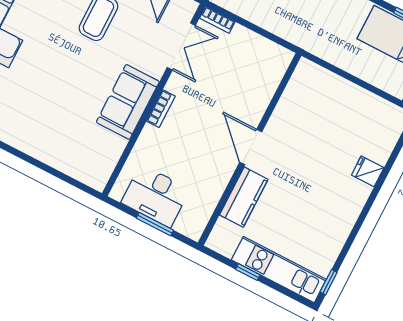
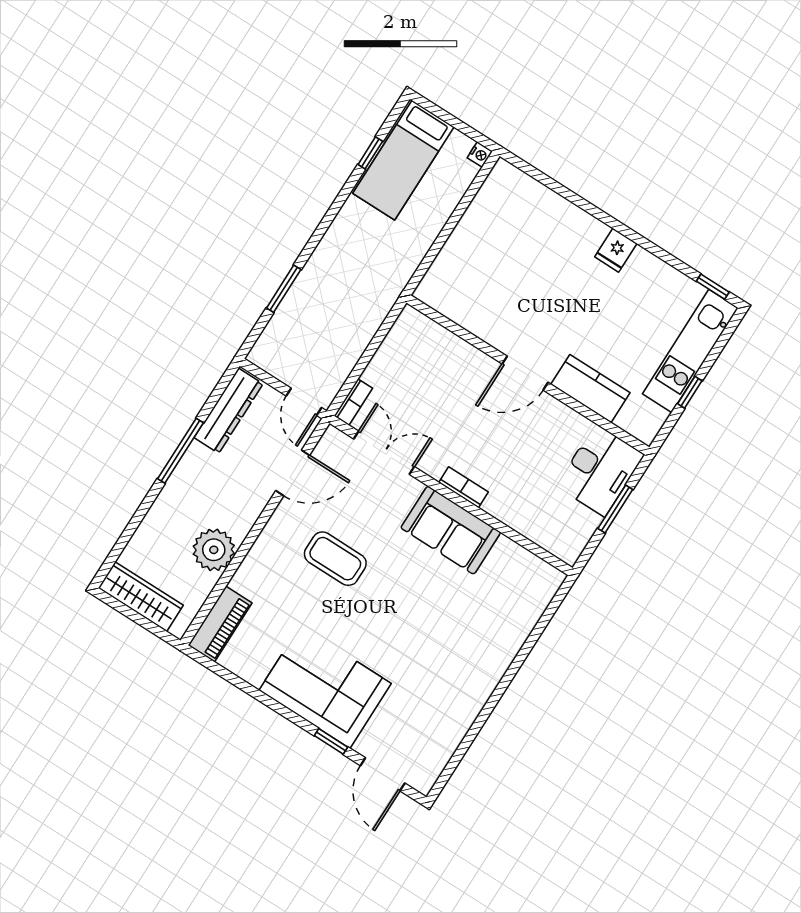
fridge: (368, 171) -> (616, 250), moved
desk: (156, 196) -> (600, 470), moved

